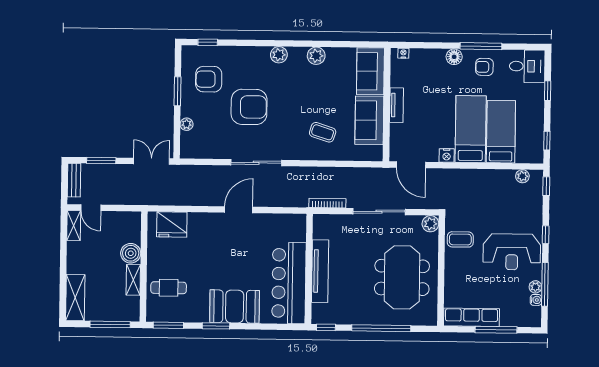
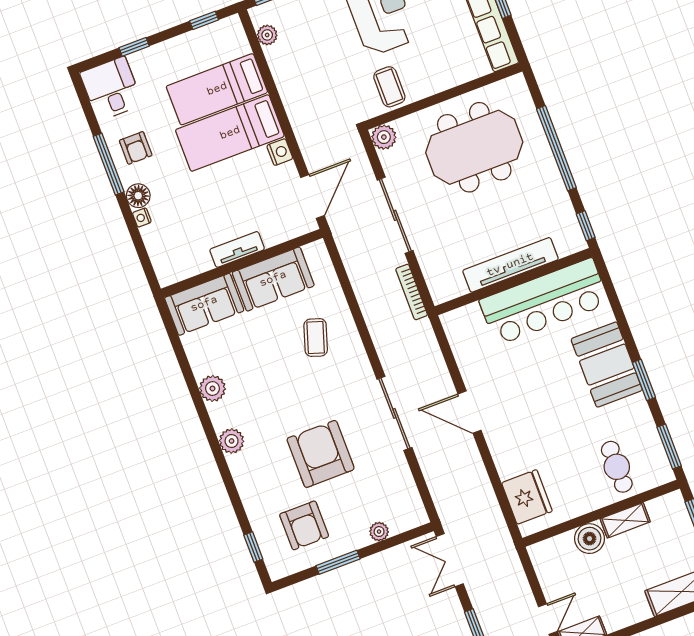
nightstand: (403, 53) -> (142, 217), moved

